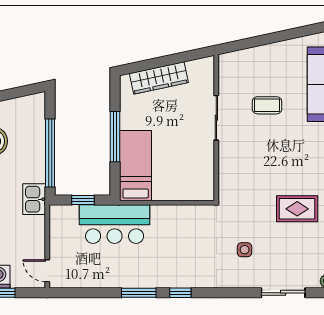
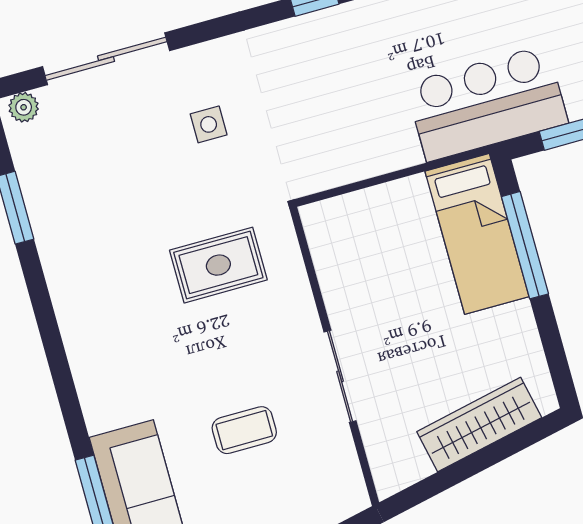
window: (115, 137) -> (525, 245), moved
rug: (297, 209) -> (218, 265), moved
sliding door: (283, 293) -> (106, 59), width x1.37

